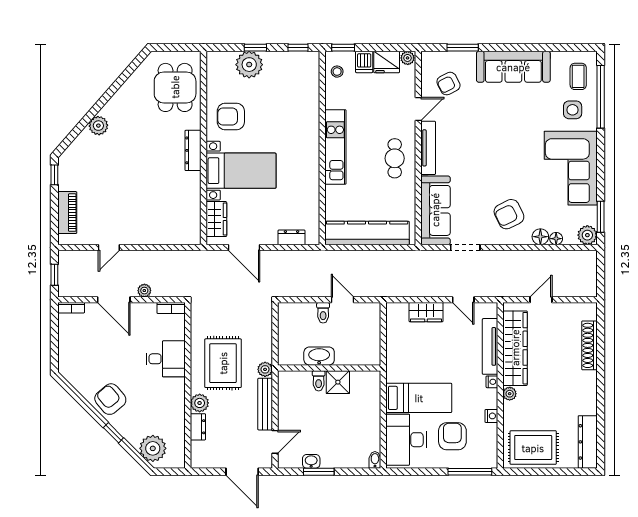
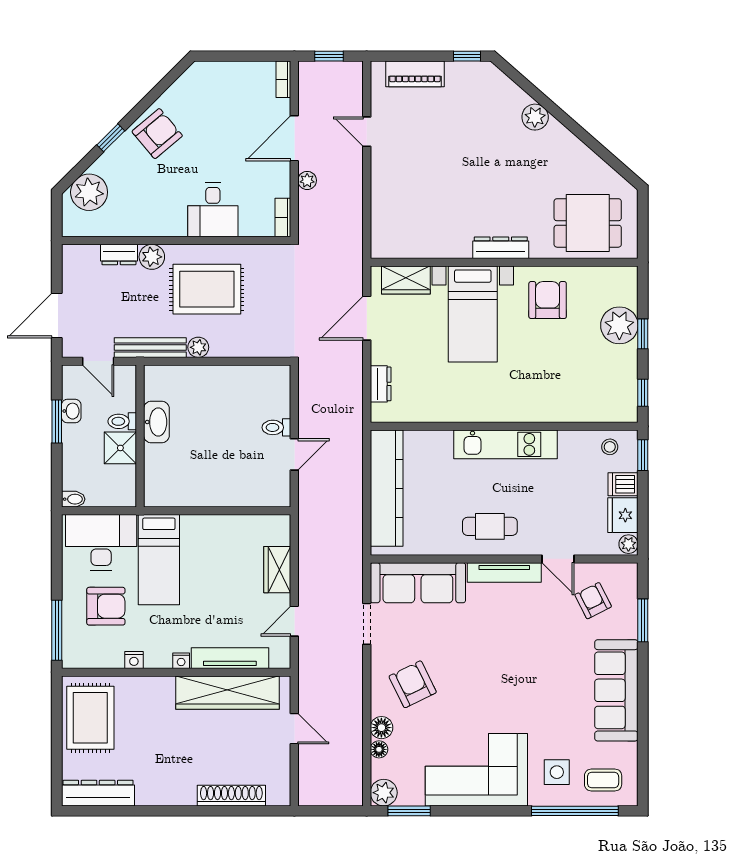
washbasin: (319, 356) -> (156, 422), moved
wall: (329, 368) -> (140, 436), moved
toilet: (319, 381) -> (122, 421), moved
shower: (338, 382) -> (120, 448), moved
plant: (510, 394) -> (165, 685), removed

